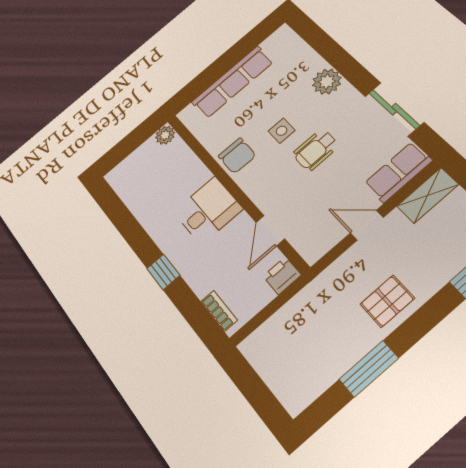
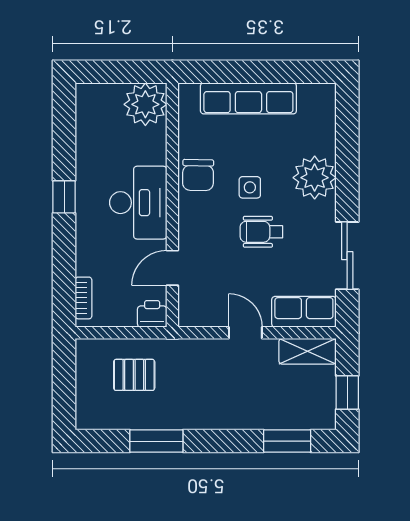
plant: (327, 82) -> (315, 178), width x1.36, depth x1.36
plant: (165, 135) -> (145, 104), width x1.87, depth x1.87
desk: (208, 210) -> (138, 203), width x1.37
window: (163, 272) -> (64, 197), moved
pallet: (387, 301) -> (134, 375), moved

